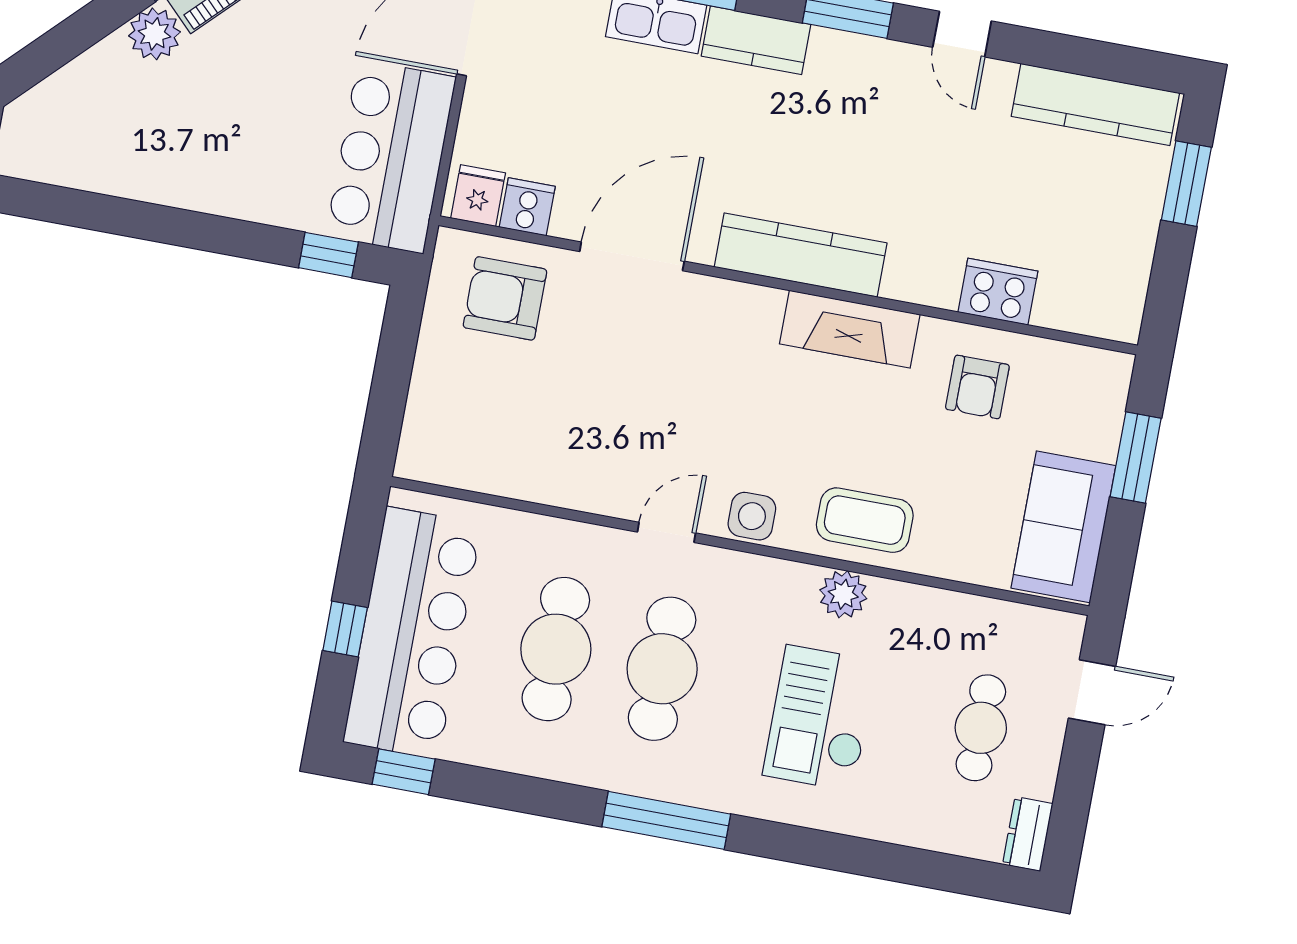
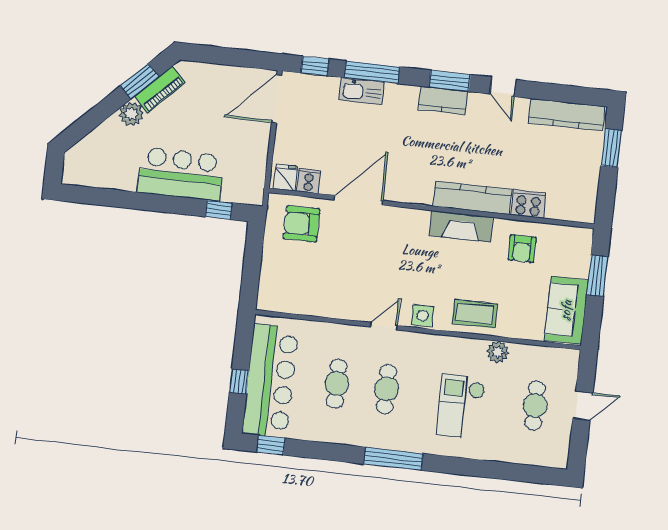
kitchen counter: (756, 40) -> (443, 100), moved
bar counter: (391, 157) -> (181, 174), moved, turned 90
kitchen counter: (801, 255) -> (472, 198), moved
plant: (843, 594) -> (498, 352), moved
cafe table: (556, 649) -> (337, 384), width x0.73, depth x0.74
cafe table: (662, 669) -> (386, 389), width x0.73, depth x0.74
door: (1092, 692) -> (583, 406), moved
dresser: (1028, 834) -> (560, 453), removed

